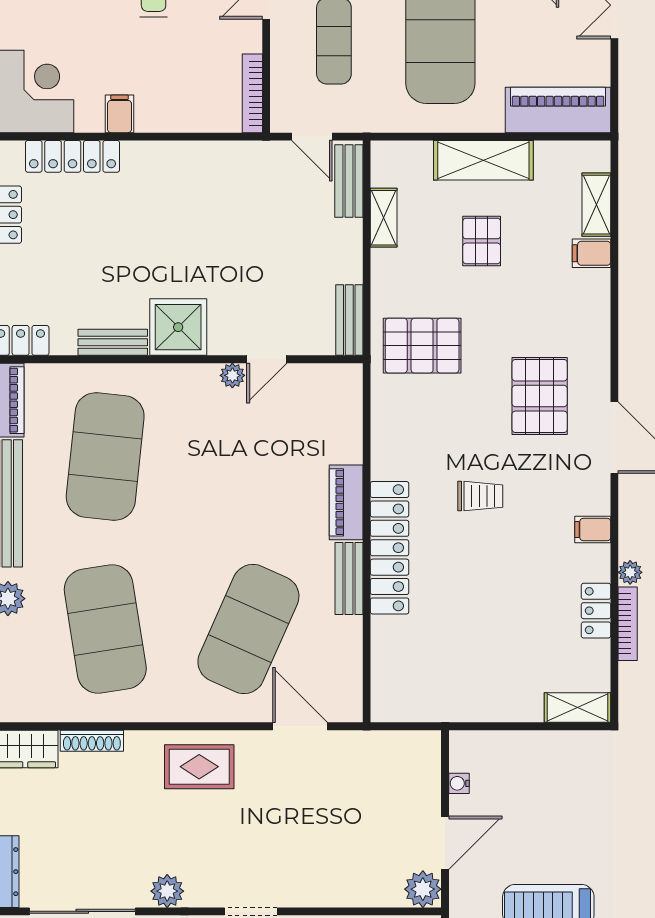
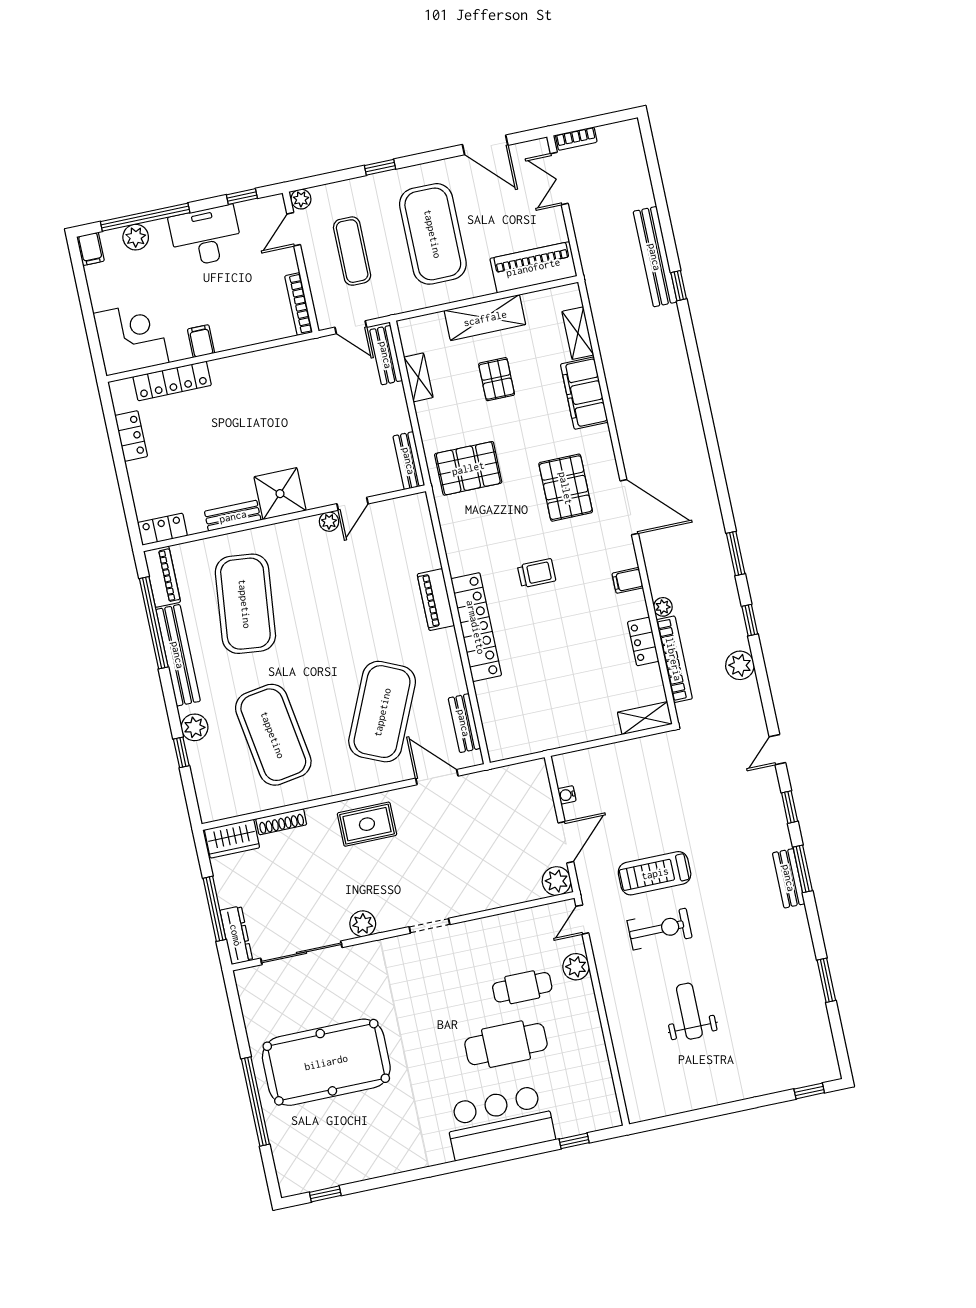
filing cabinet: (591, 253) -> (584, 393), width x3.00, depth x1.17
bench: (349, 578) -> (464, 723), moved
bookcase: (628, 624) -> (674, 659), width x1.48, depth x1.31

